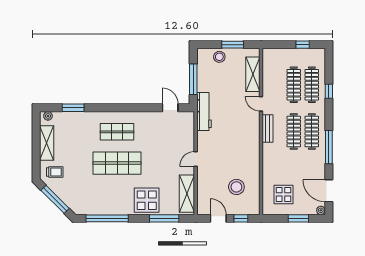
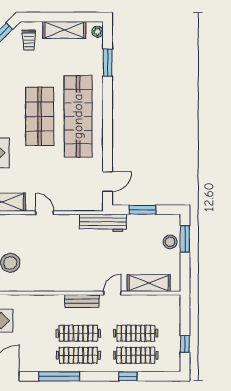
window: (233, 45) -> (185, 239), moved
window: (193, 79) -> (143, 210), width x0.69
shop shelf: (117, 132) -> (78, 116), width x2.00, depth x1.36

